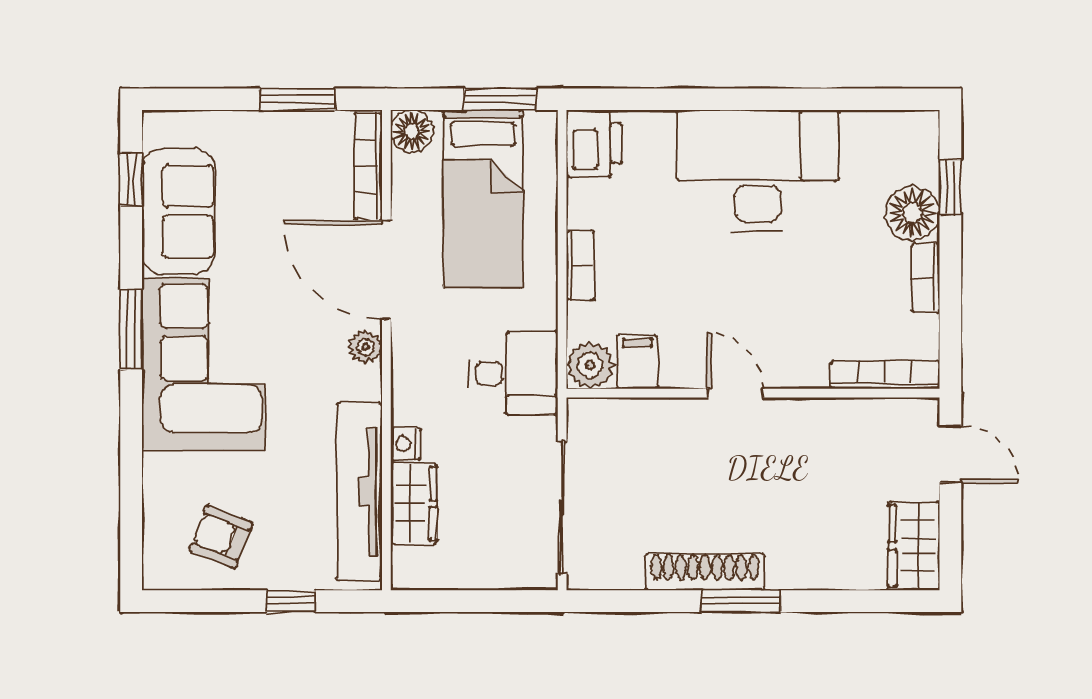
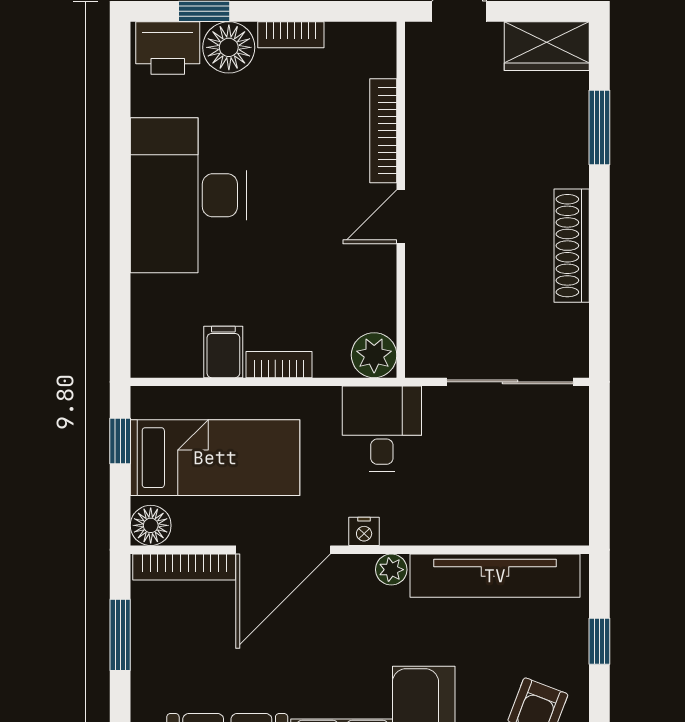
window: (500, 99) -> (120, 441), width x0.67
printer: (594, 143) -> (168, 48), moved, turned 180
plant: (366, 347) -> (391, 570), moved
filing cabinet: (638, 362) -> (223, 352), moved, turned 90
bookcase: (885, 375) -> (383, 131), moved
nightstand: (406, 444) -> (364, 531), moved
wardrobe: (414, 503) -> (506, 523), removed
window: (741, 601) -> (599, 128), moved

